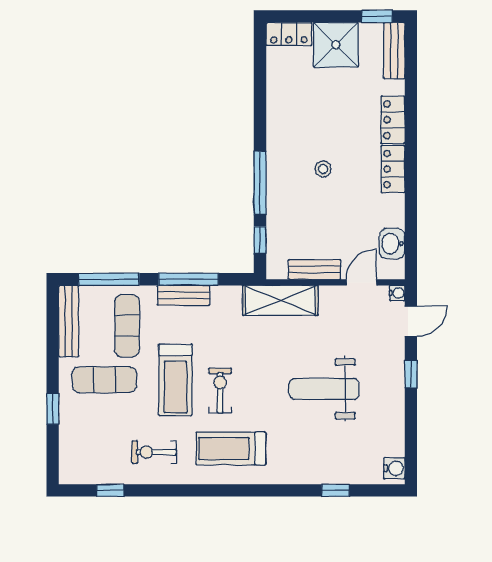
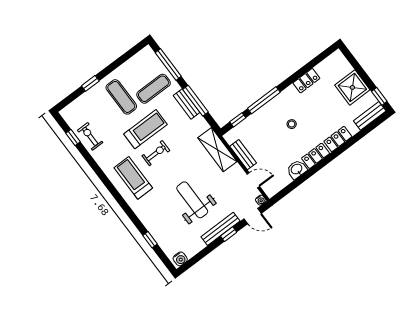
locker: (289, 34) -> (306, 81), moved, turned -90
washbasin: (392, 244) -> (297, 169), moved
bench: (69, 321) -> (220, 229), moved
treadmill: (175, 380) -> (145, 129), turned 180
exercise bike: (154, 452) -> (90, 136), moved

